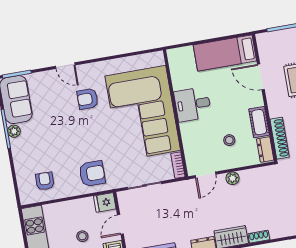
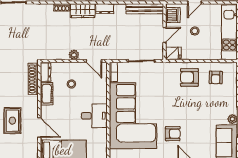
armchair: (92, 174) -> (189, 77), moved
door: (205, 175) -> (94, 61), swing flipped

